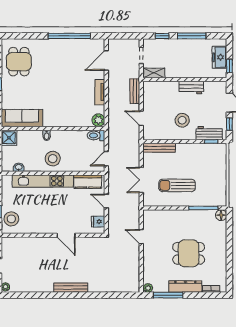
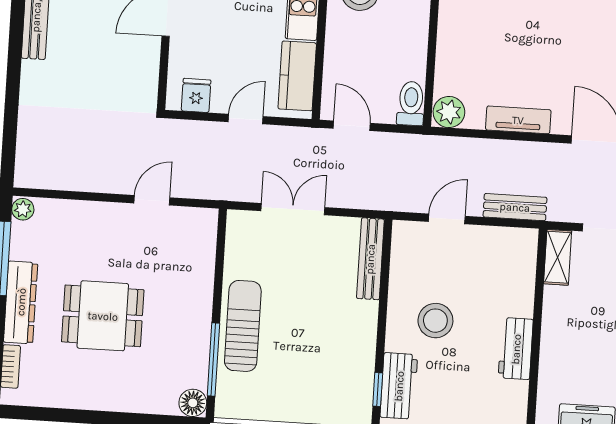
sun lounger: (177, 185) -> (243, 326), moved
dining table: (189, 253) -> (103, 316), turned 90

